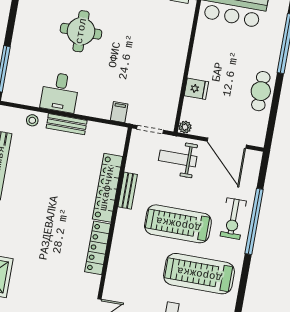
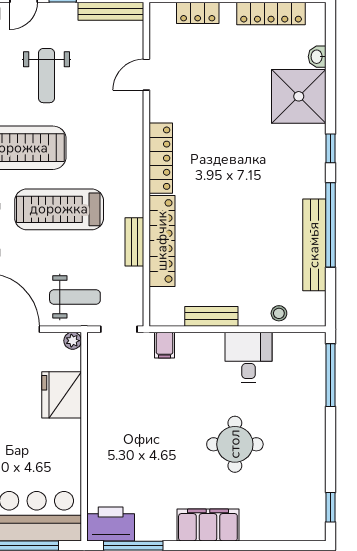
fridge: (196, 89) -> (62, 395), width x1.88, depth x1.34
bench: (67, 124) -> (211, 316), moved
treadmill: (178, 224) -> (59, 209), turned 180

